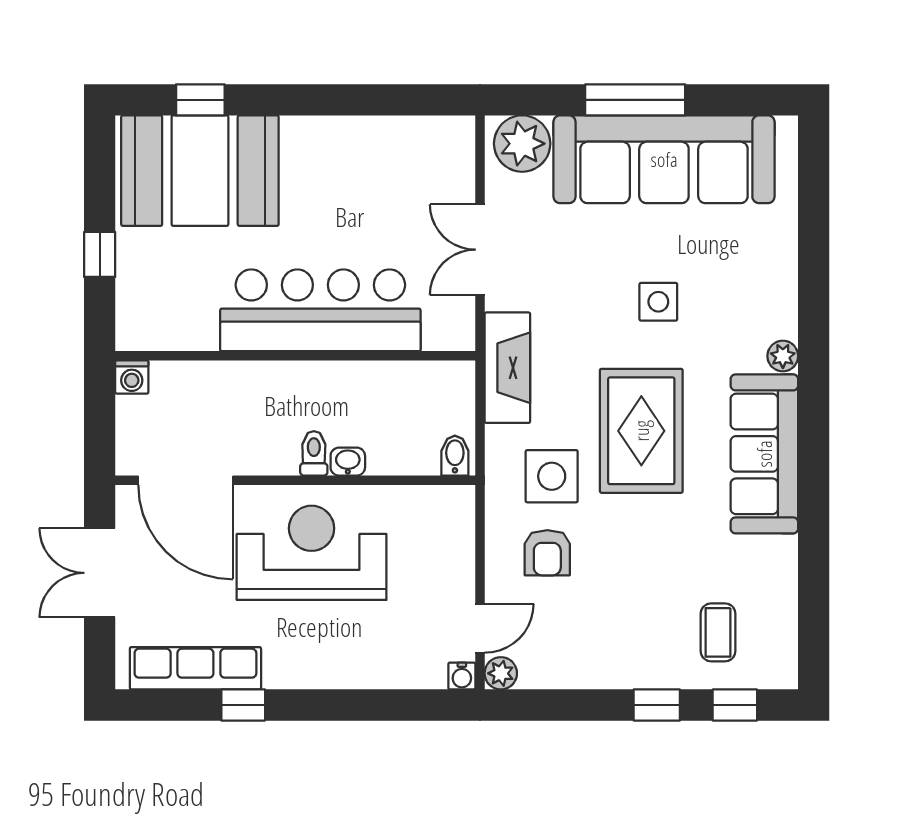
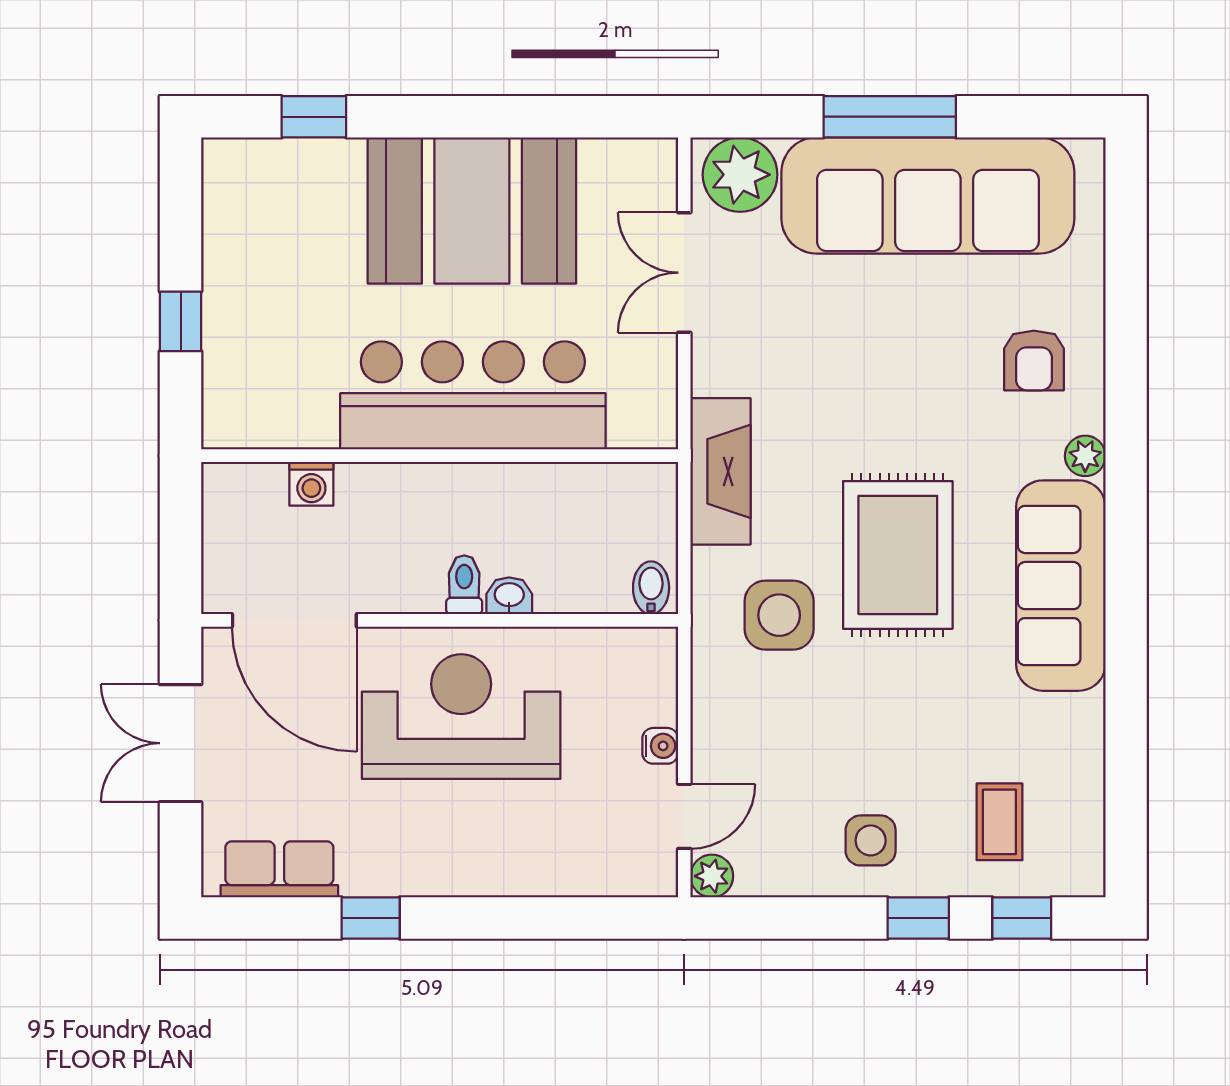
booth: (200, 171) -> (472, 210), moved
double door: (480, 250) -> (684, 273), moved
side table: (658, 302) -> (871, 840), moved
washing machine: (132, 377) -> (311, 484), moved
armchair: (547, 553) -> (1034, 360), moved
row of seats: (195, 668) -> (279, 869), width x0.68
water cooler: (462, 676) -> (660, 746), moved, turned -90

